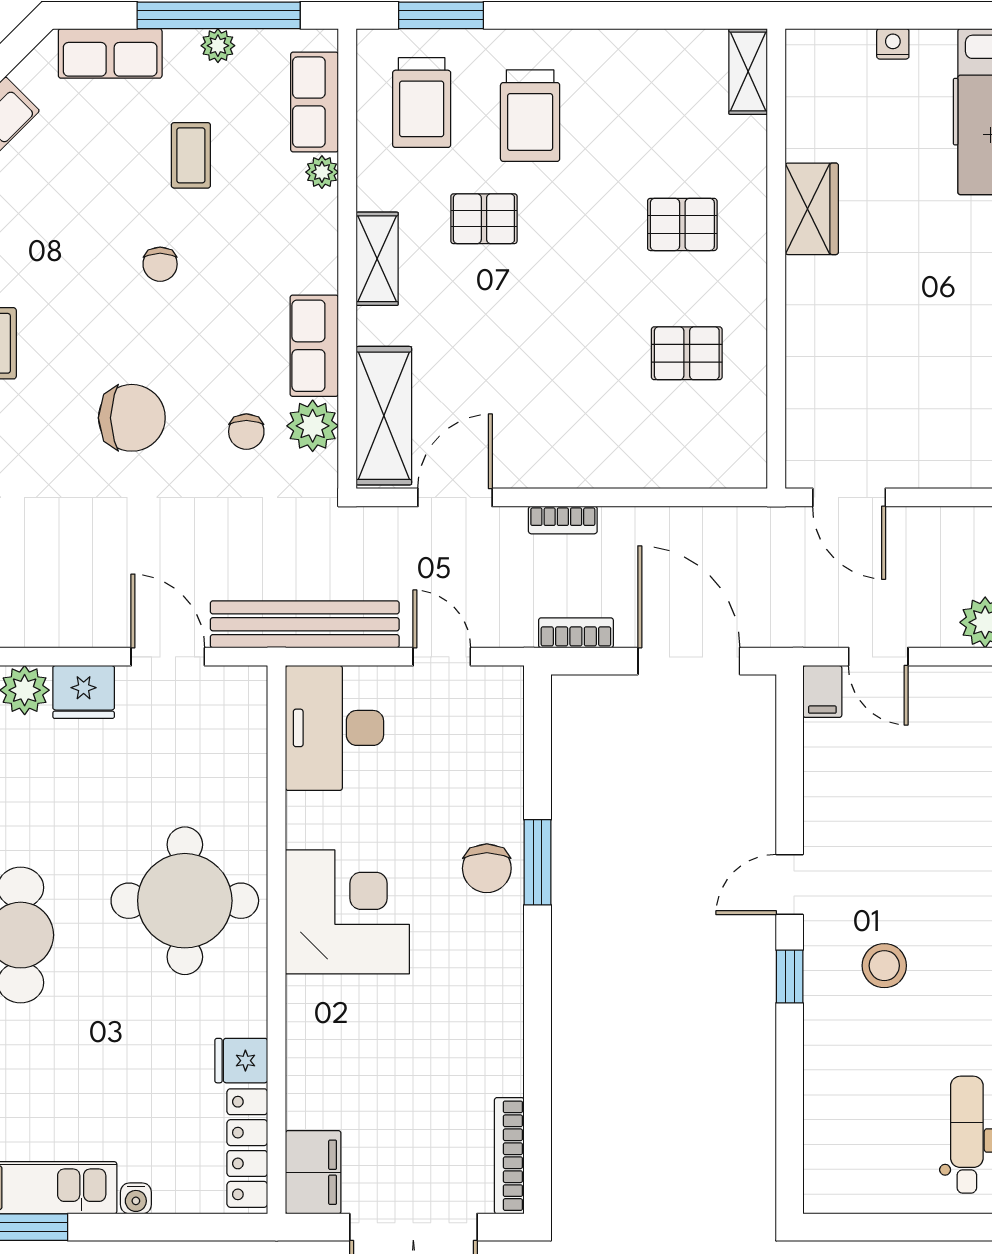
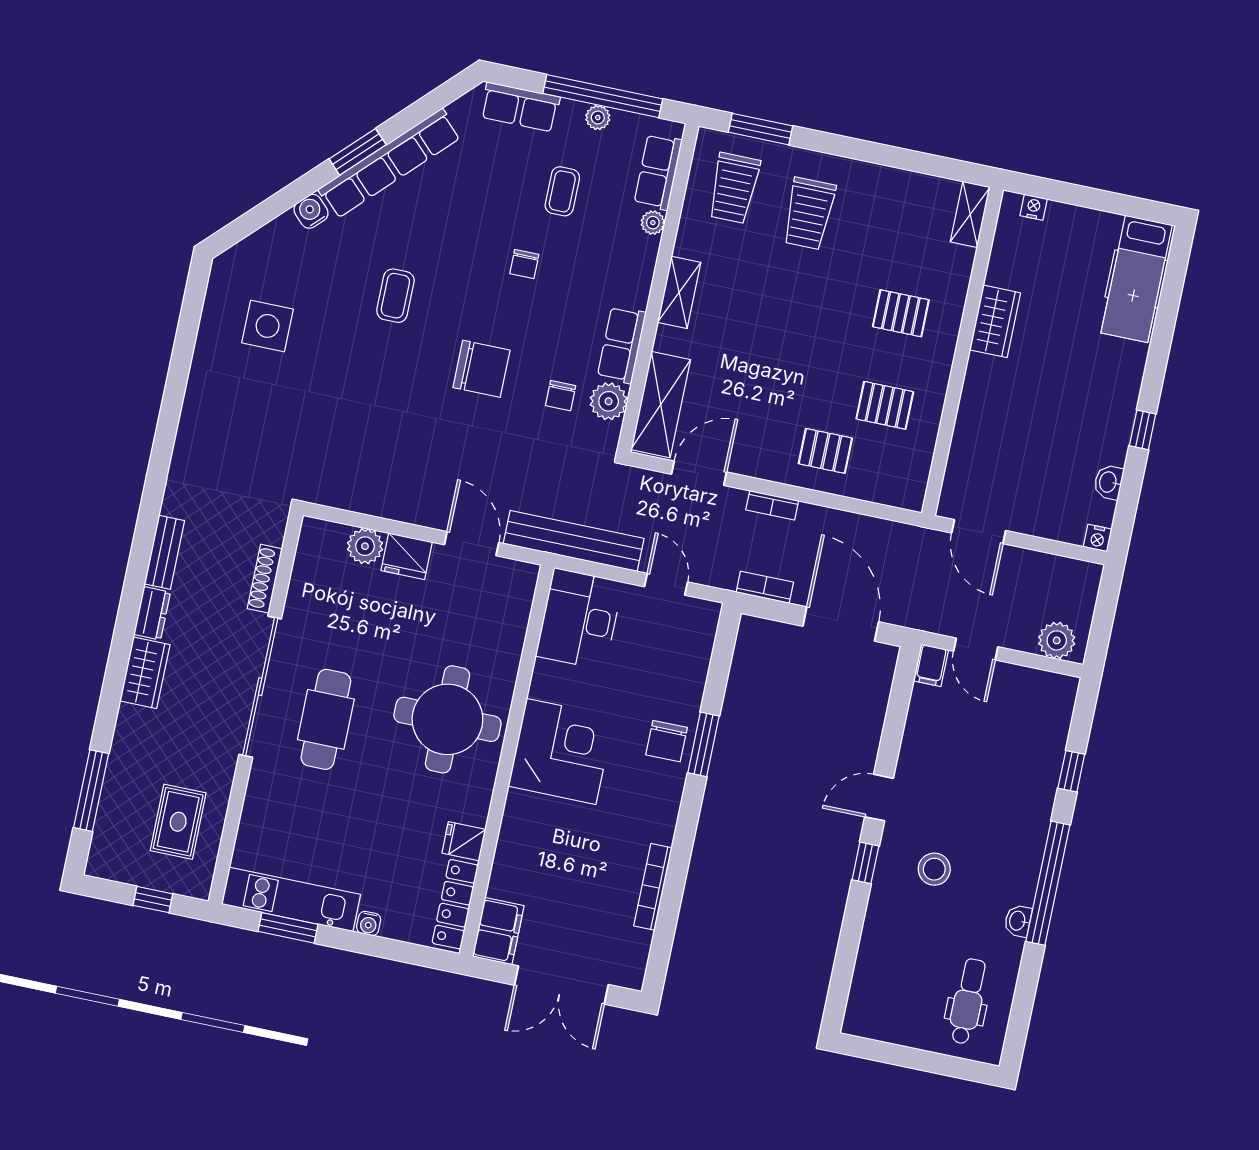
nightstand: (893, 44) -> (1034, 207), moved
pallet: (484, 219) -> (825, 451), moved
bookcase: (509, 1156) -> (653, 887), moved

